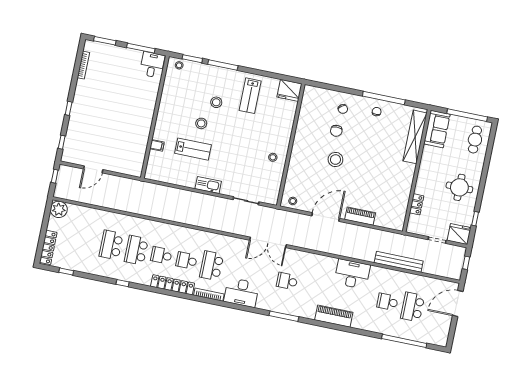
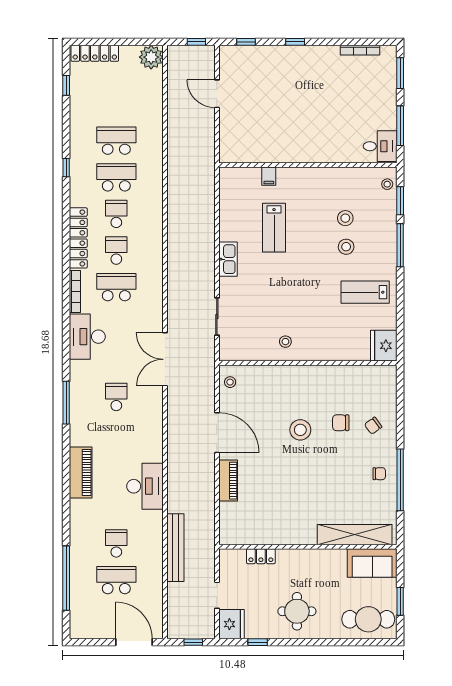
window: (467, 115) -> (400, 601), width x0.47
stool: (201, 123) -> (345, 218), moved
cafe table: (475, 140) -> (368, 619), width x1.37, depth x1.35

